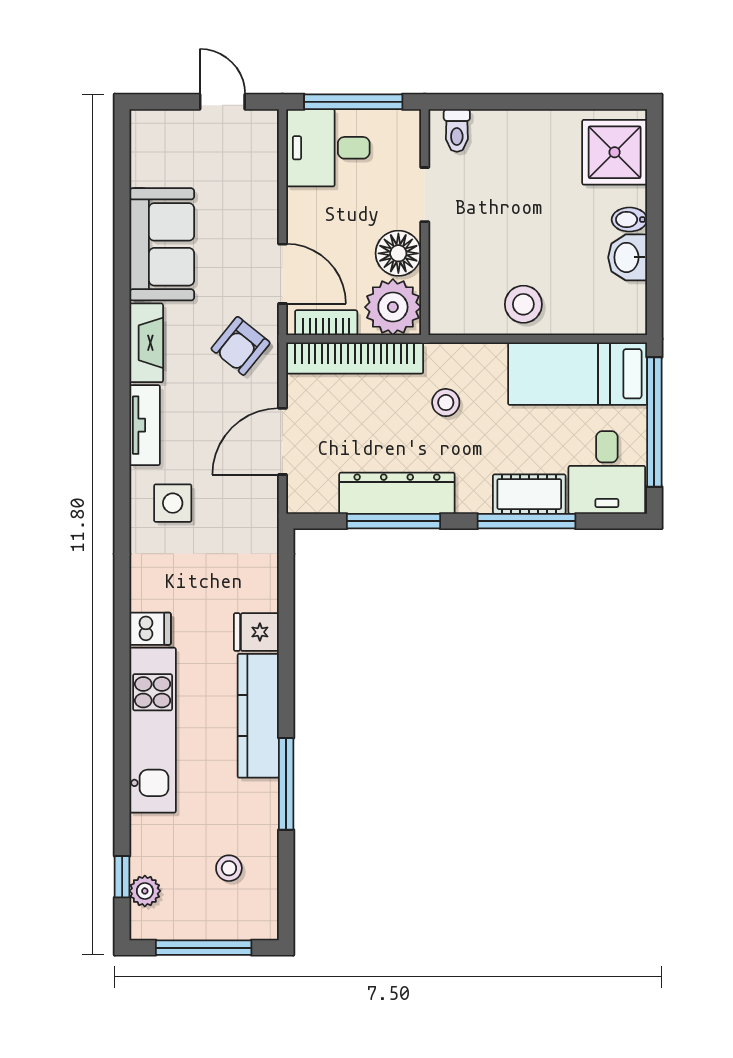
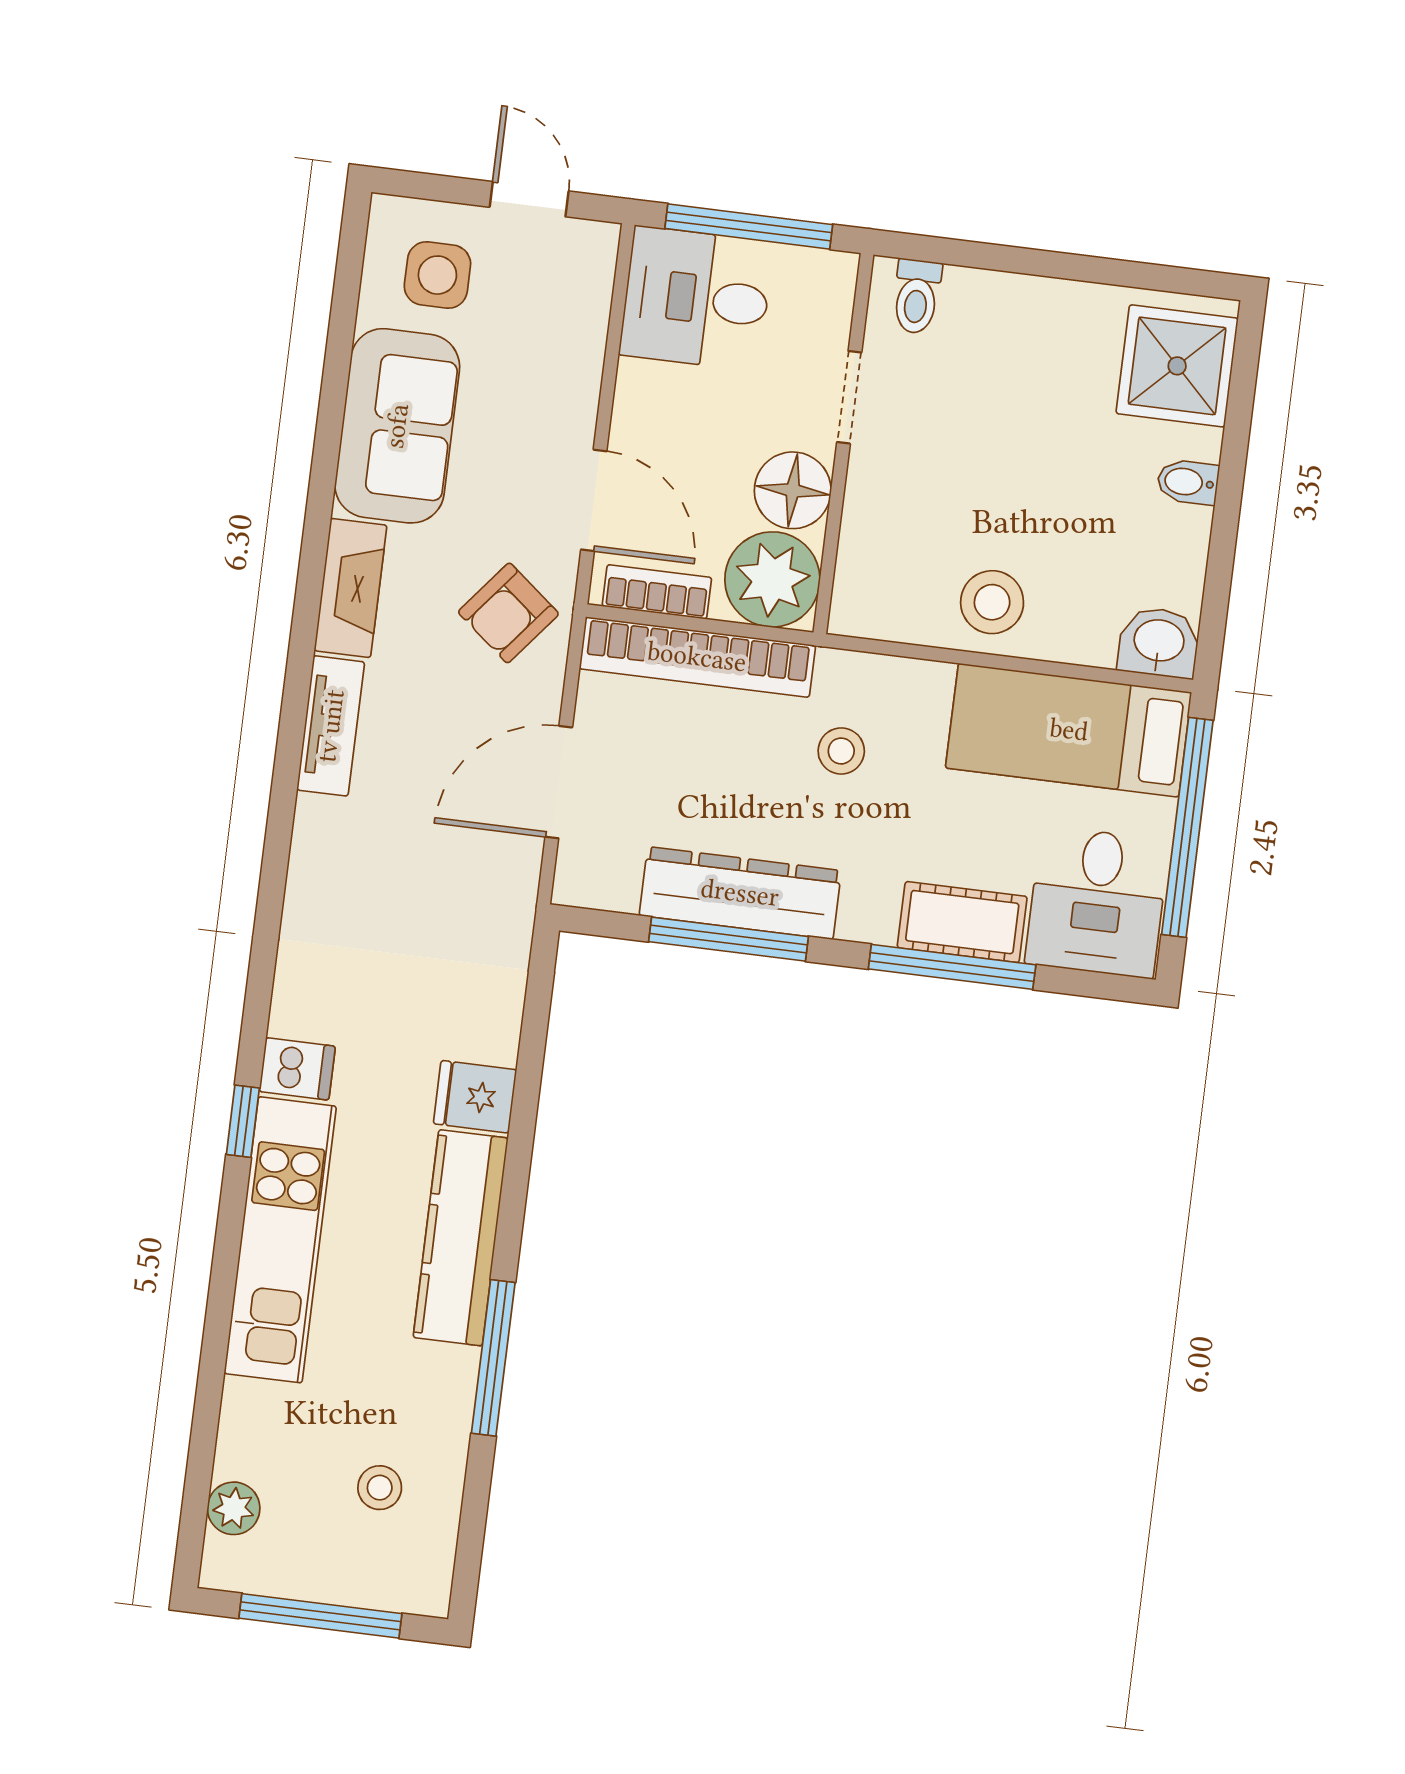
washbasin: (628, 257) -> (1159, 642), moved, turned 90
side table: (173, 503) -> (437, 275), moved
window: (122, 877) -> (243, 1121), moved

